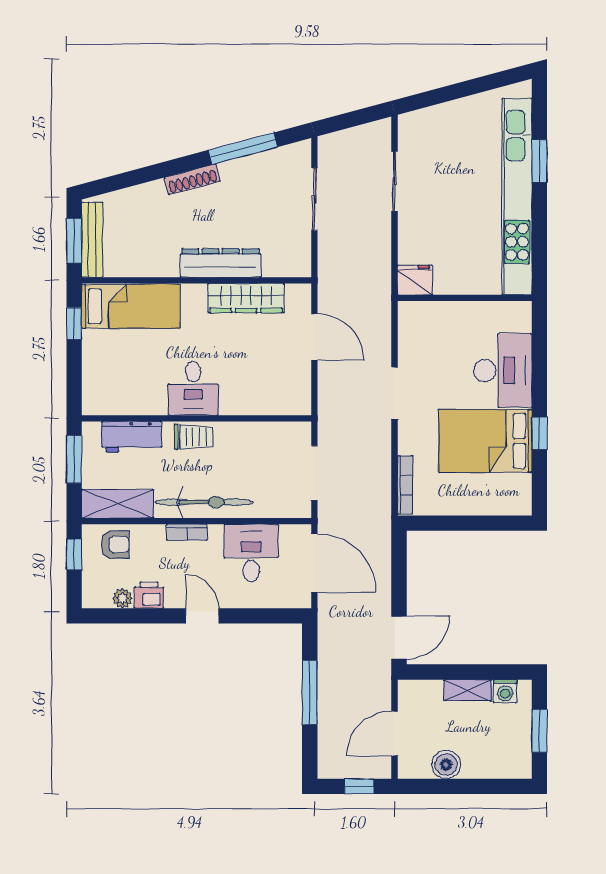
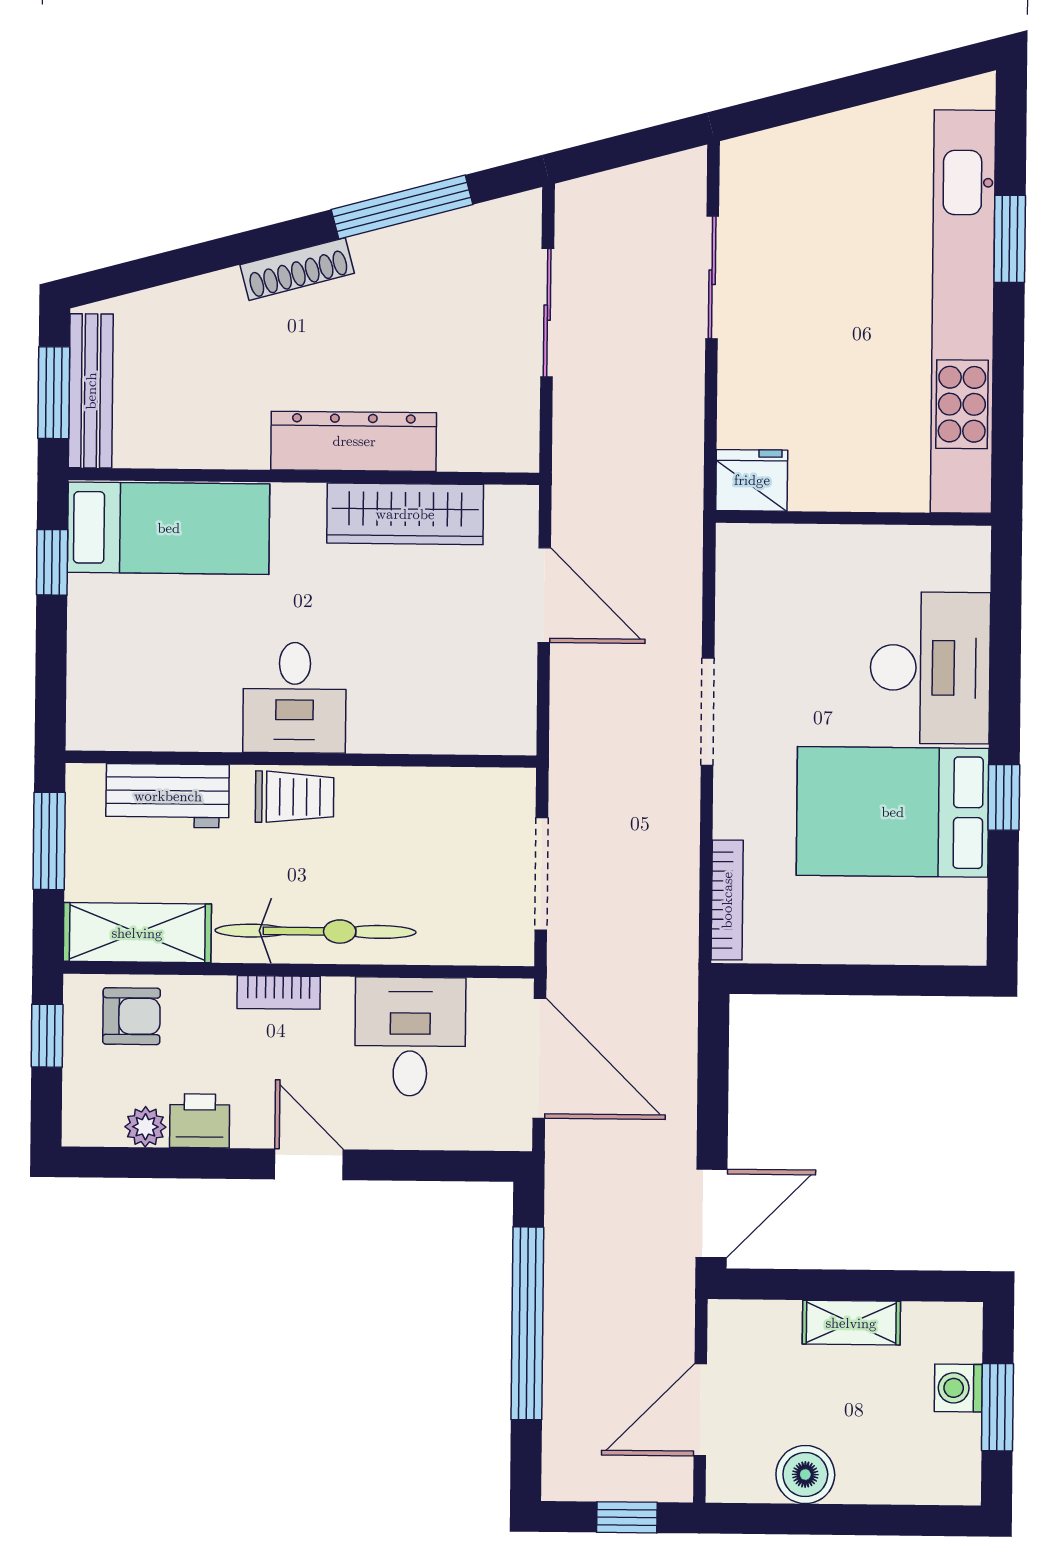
washing machine: (505, 691) -> (958, 1388), moved, turned 90
window: (310, 692) -> (527, 1323), width x1.46

